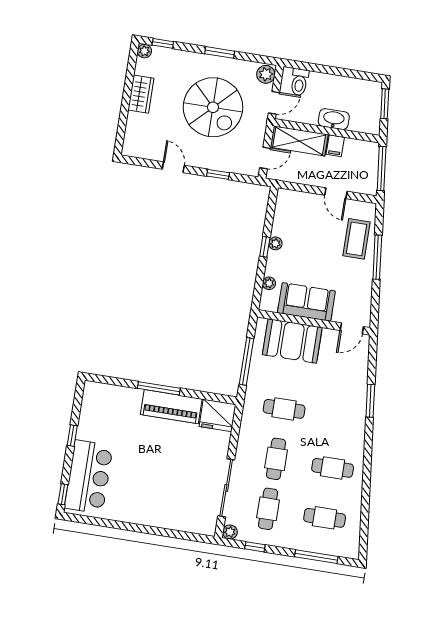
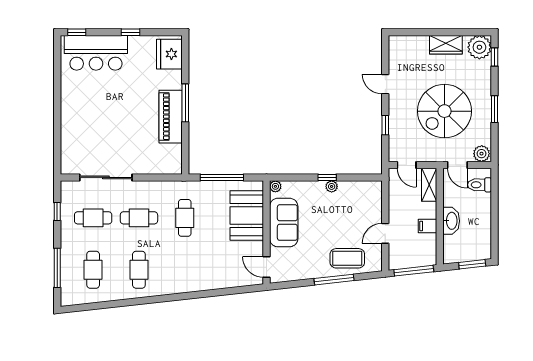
plant: (144, 51) -> (479, 47), width x1.88, depth x1.88
shelving: (299, 141) -> (429, 185), width x0.67, depth x0.75
door: (173, 167) -> (385, 84), swing flipped
plant: (269, 283) -> (275, 186), moved
window: (370, 401) -> (204, 294), removed
fridge: (218, 415) -> (169, 54), moved
plant: (230, 532) -> (67, 187), removed

